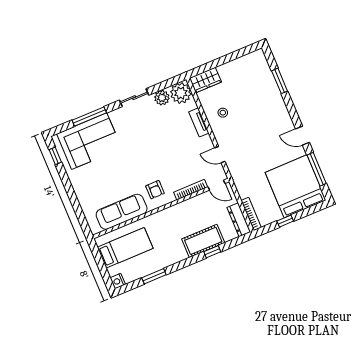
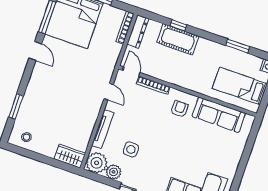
stool: (223, 113) -> (26, 137), moved
tv unit: (199, 122) -> (103, 129), width x1.41
side table: (164, 126) -> (131, 149), added

